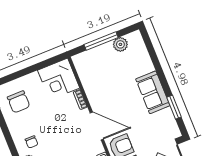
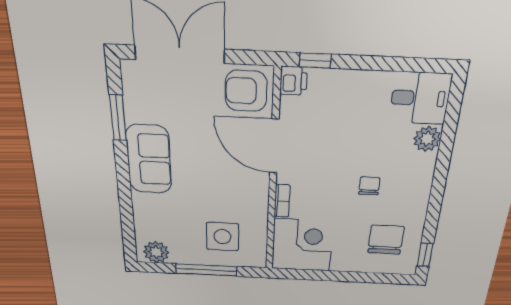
plant: (120, 44) -> (156, 252), moved
side table: (101, 65) -> (222, 237), added
chair: (32, 142) -> (369, 186), moved

